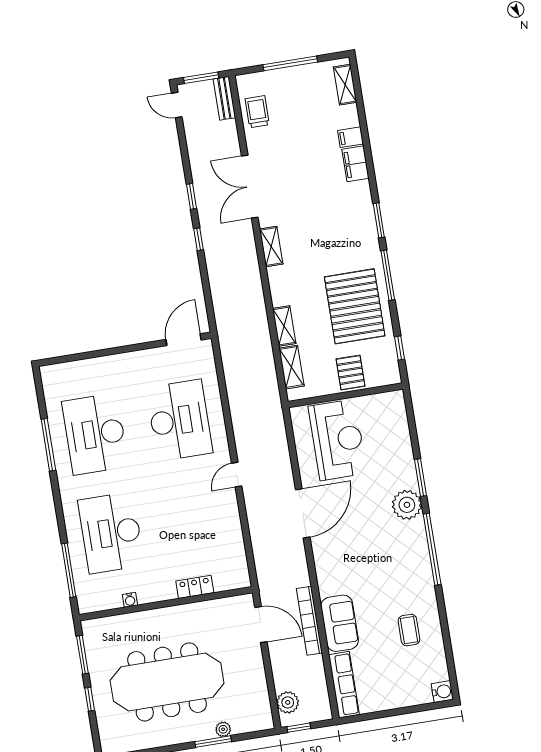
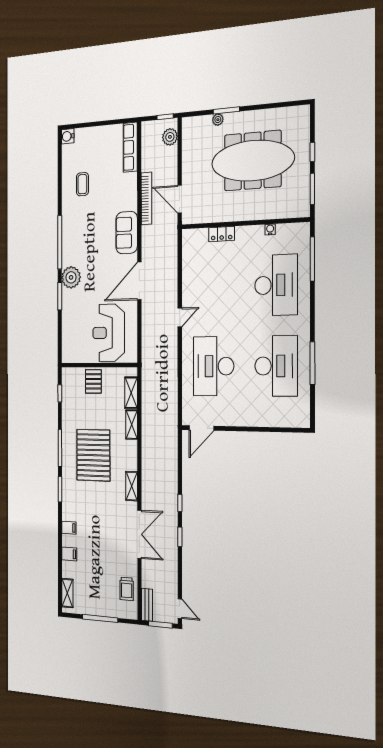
filing cabinet: (355, 164) -> (69, 528), width x0.50
pallet: (355, 306) -> (93, 455), moved
sofa: (340, 623) -> (127, 233), moved

